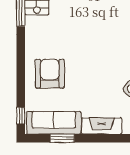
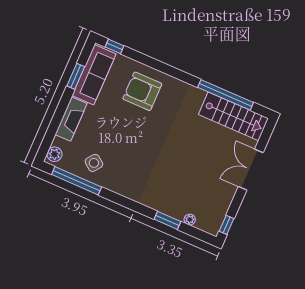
armchair: (50, 74) -> (142, 91), turned 180

